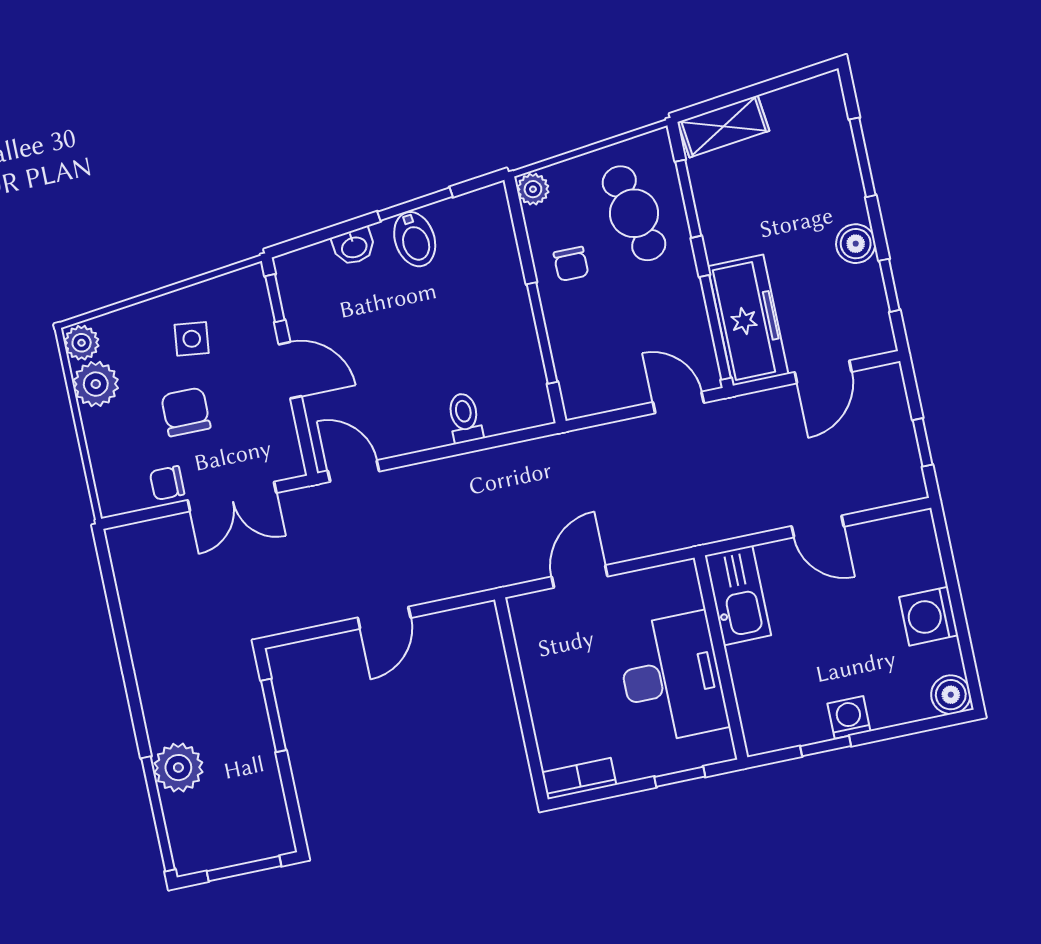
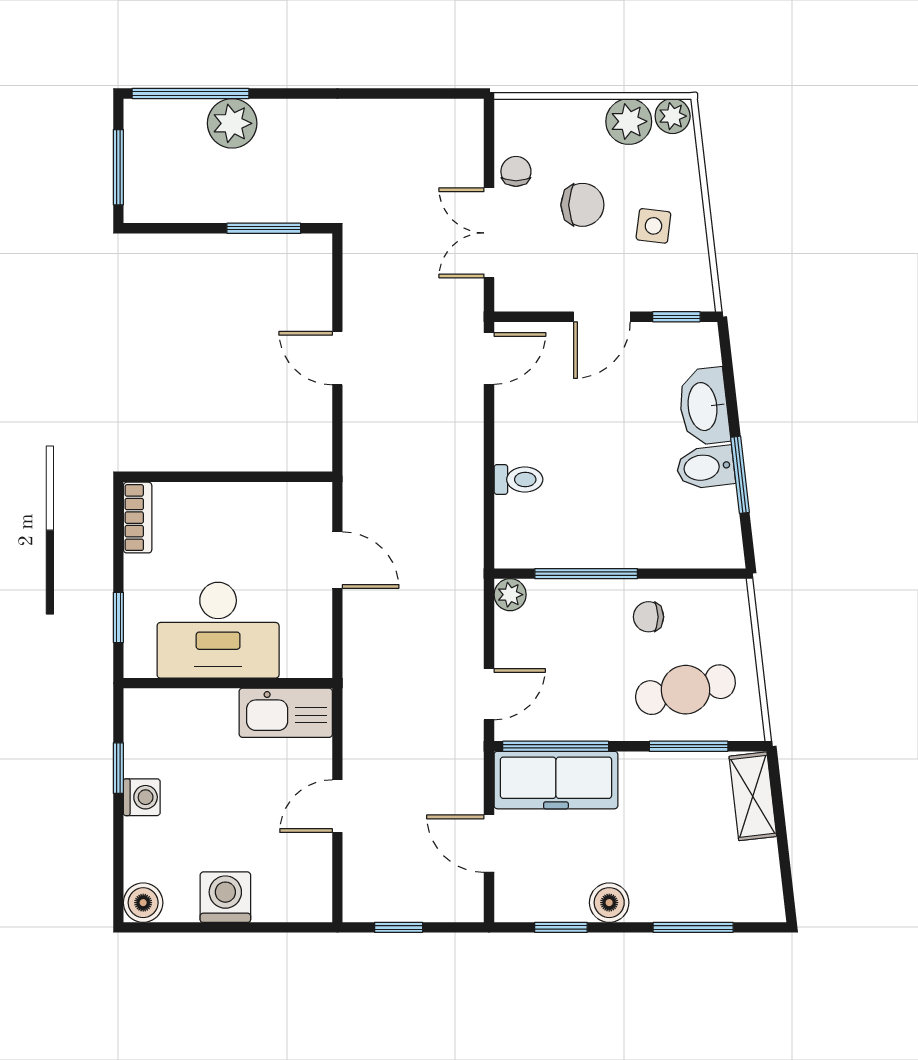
plant: (533, 189) -> (510, 595), moved
washbasin: (354, 247) -> (704, 406), width x1.91, depth x1.45

